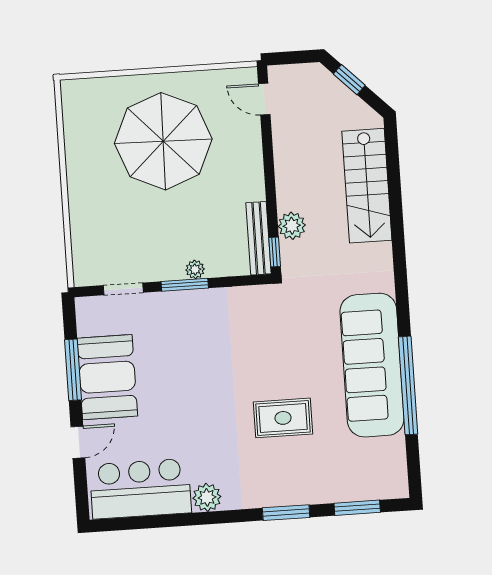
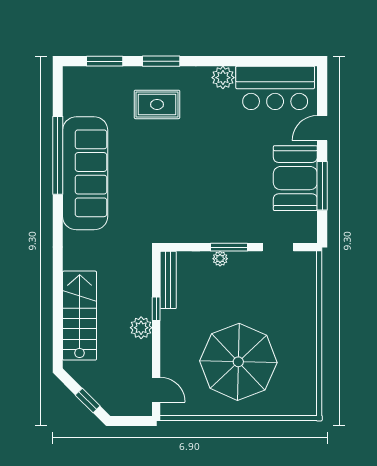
plant: (292, 226) -> (141, 328), moved
window: (275, 252) -> (156, 309), moved
rug: (283, 418) -> (157, 104), moved

